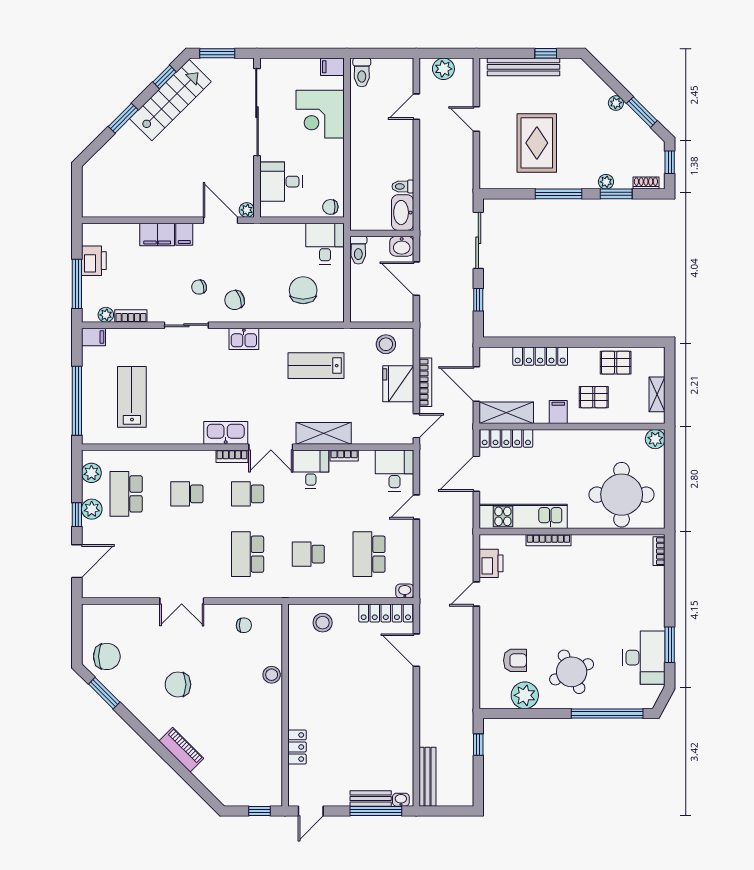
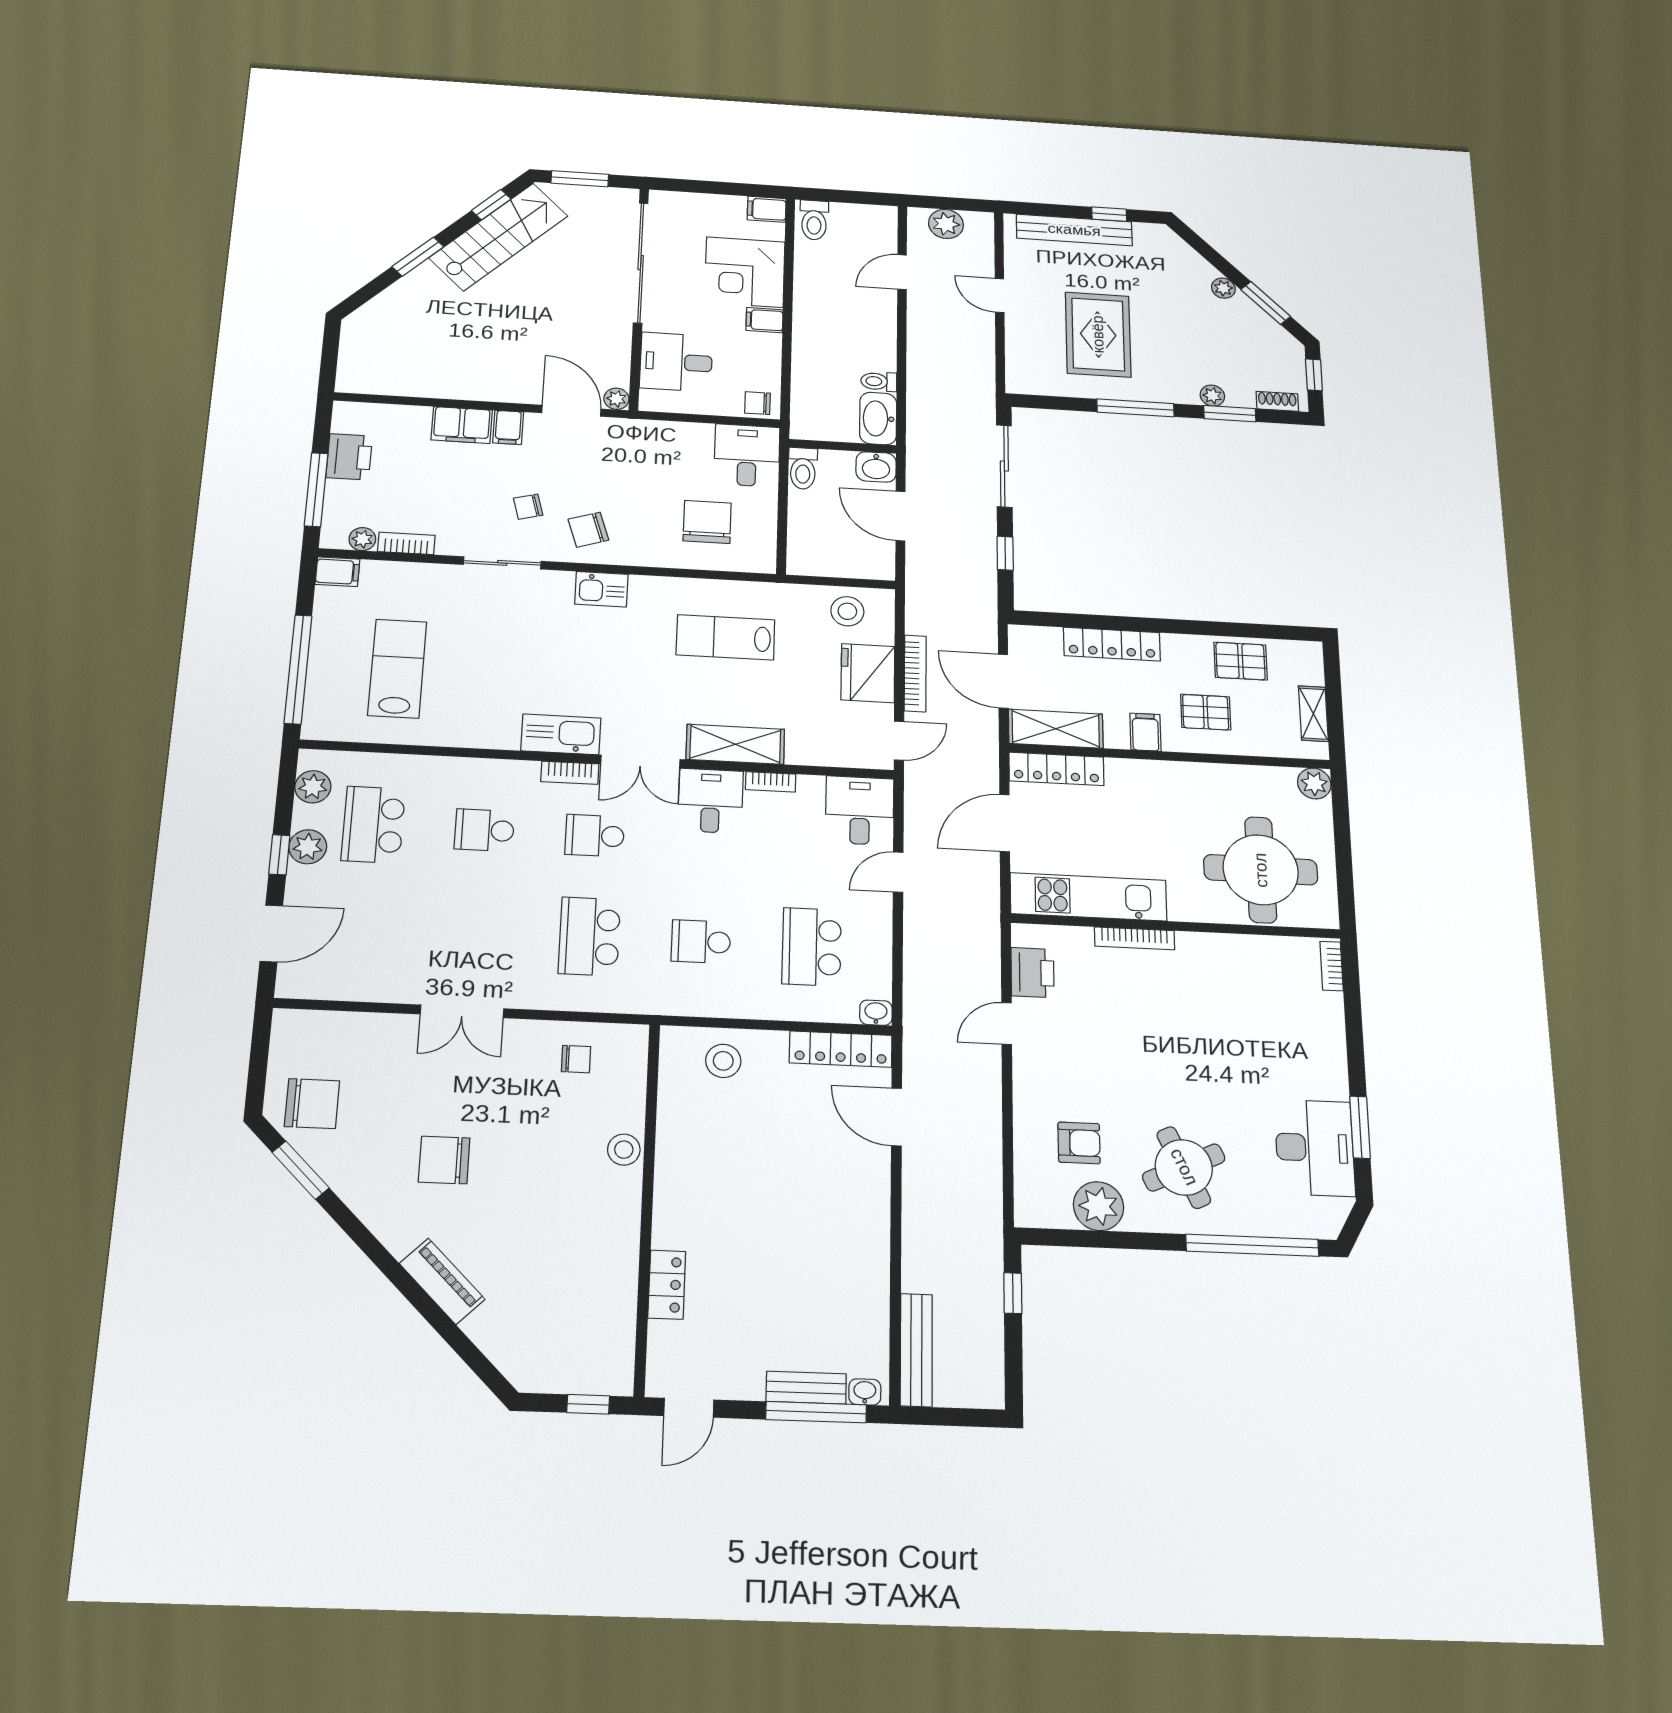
filing cabinet: (333, 148) -> (765, 320), added

